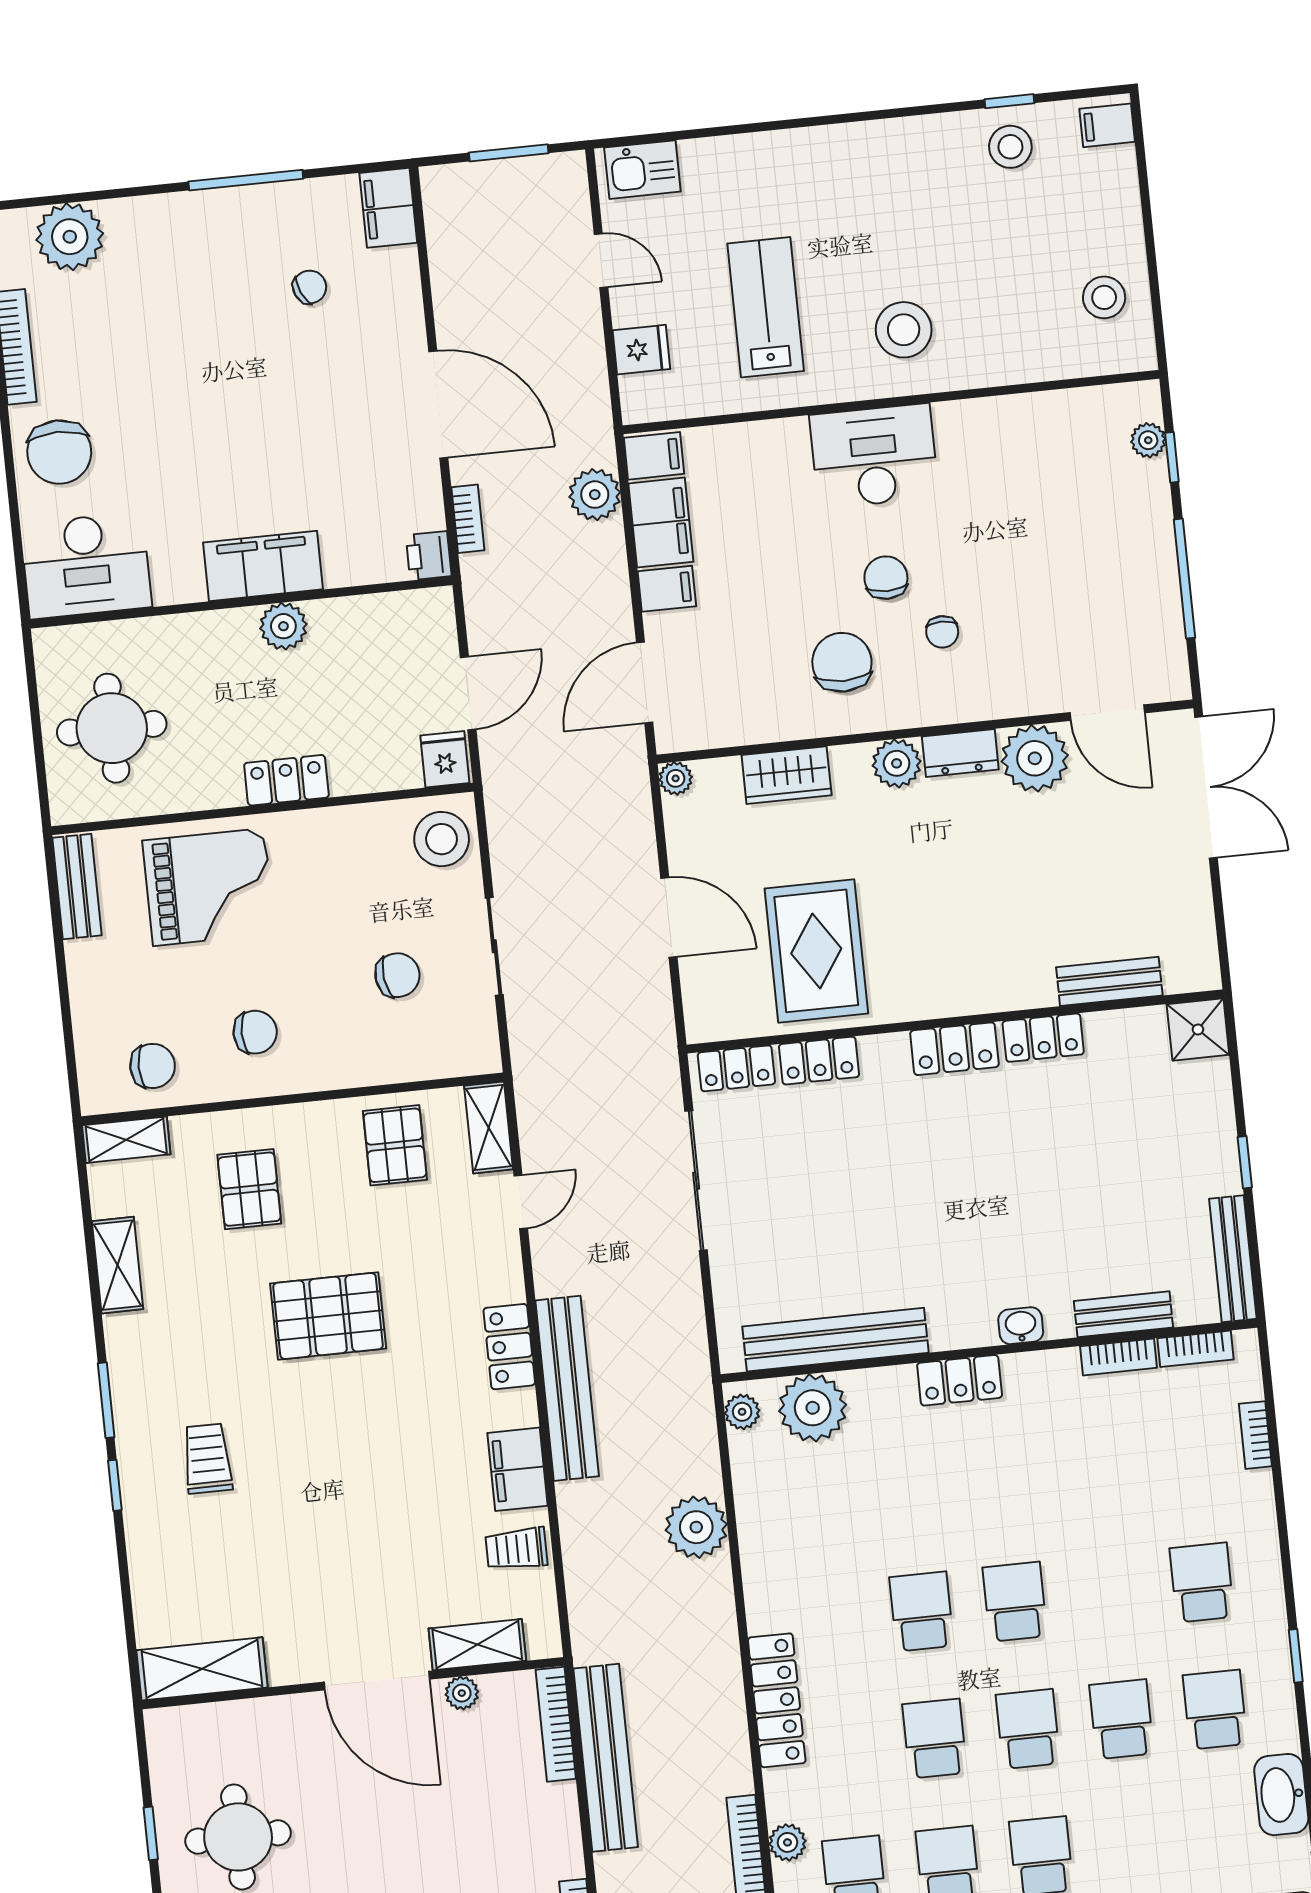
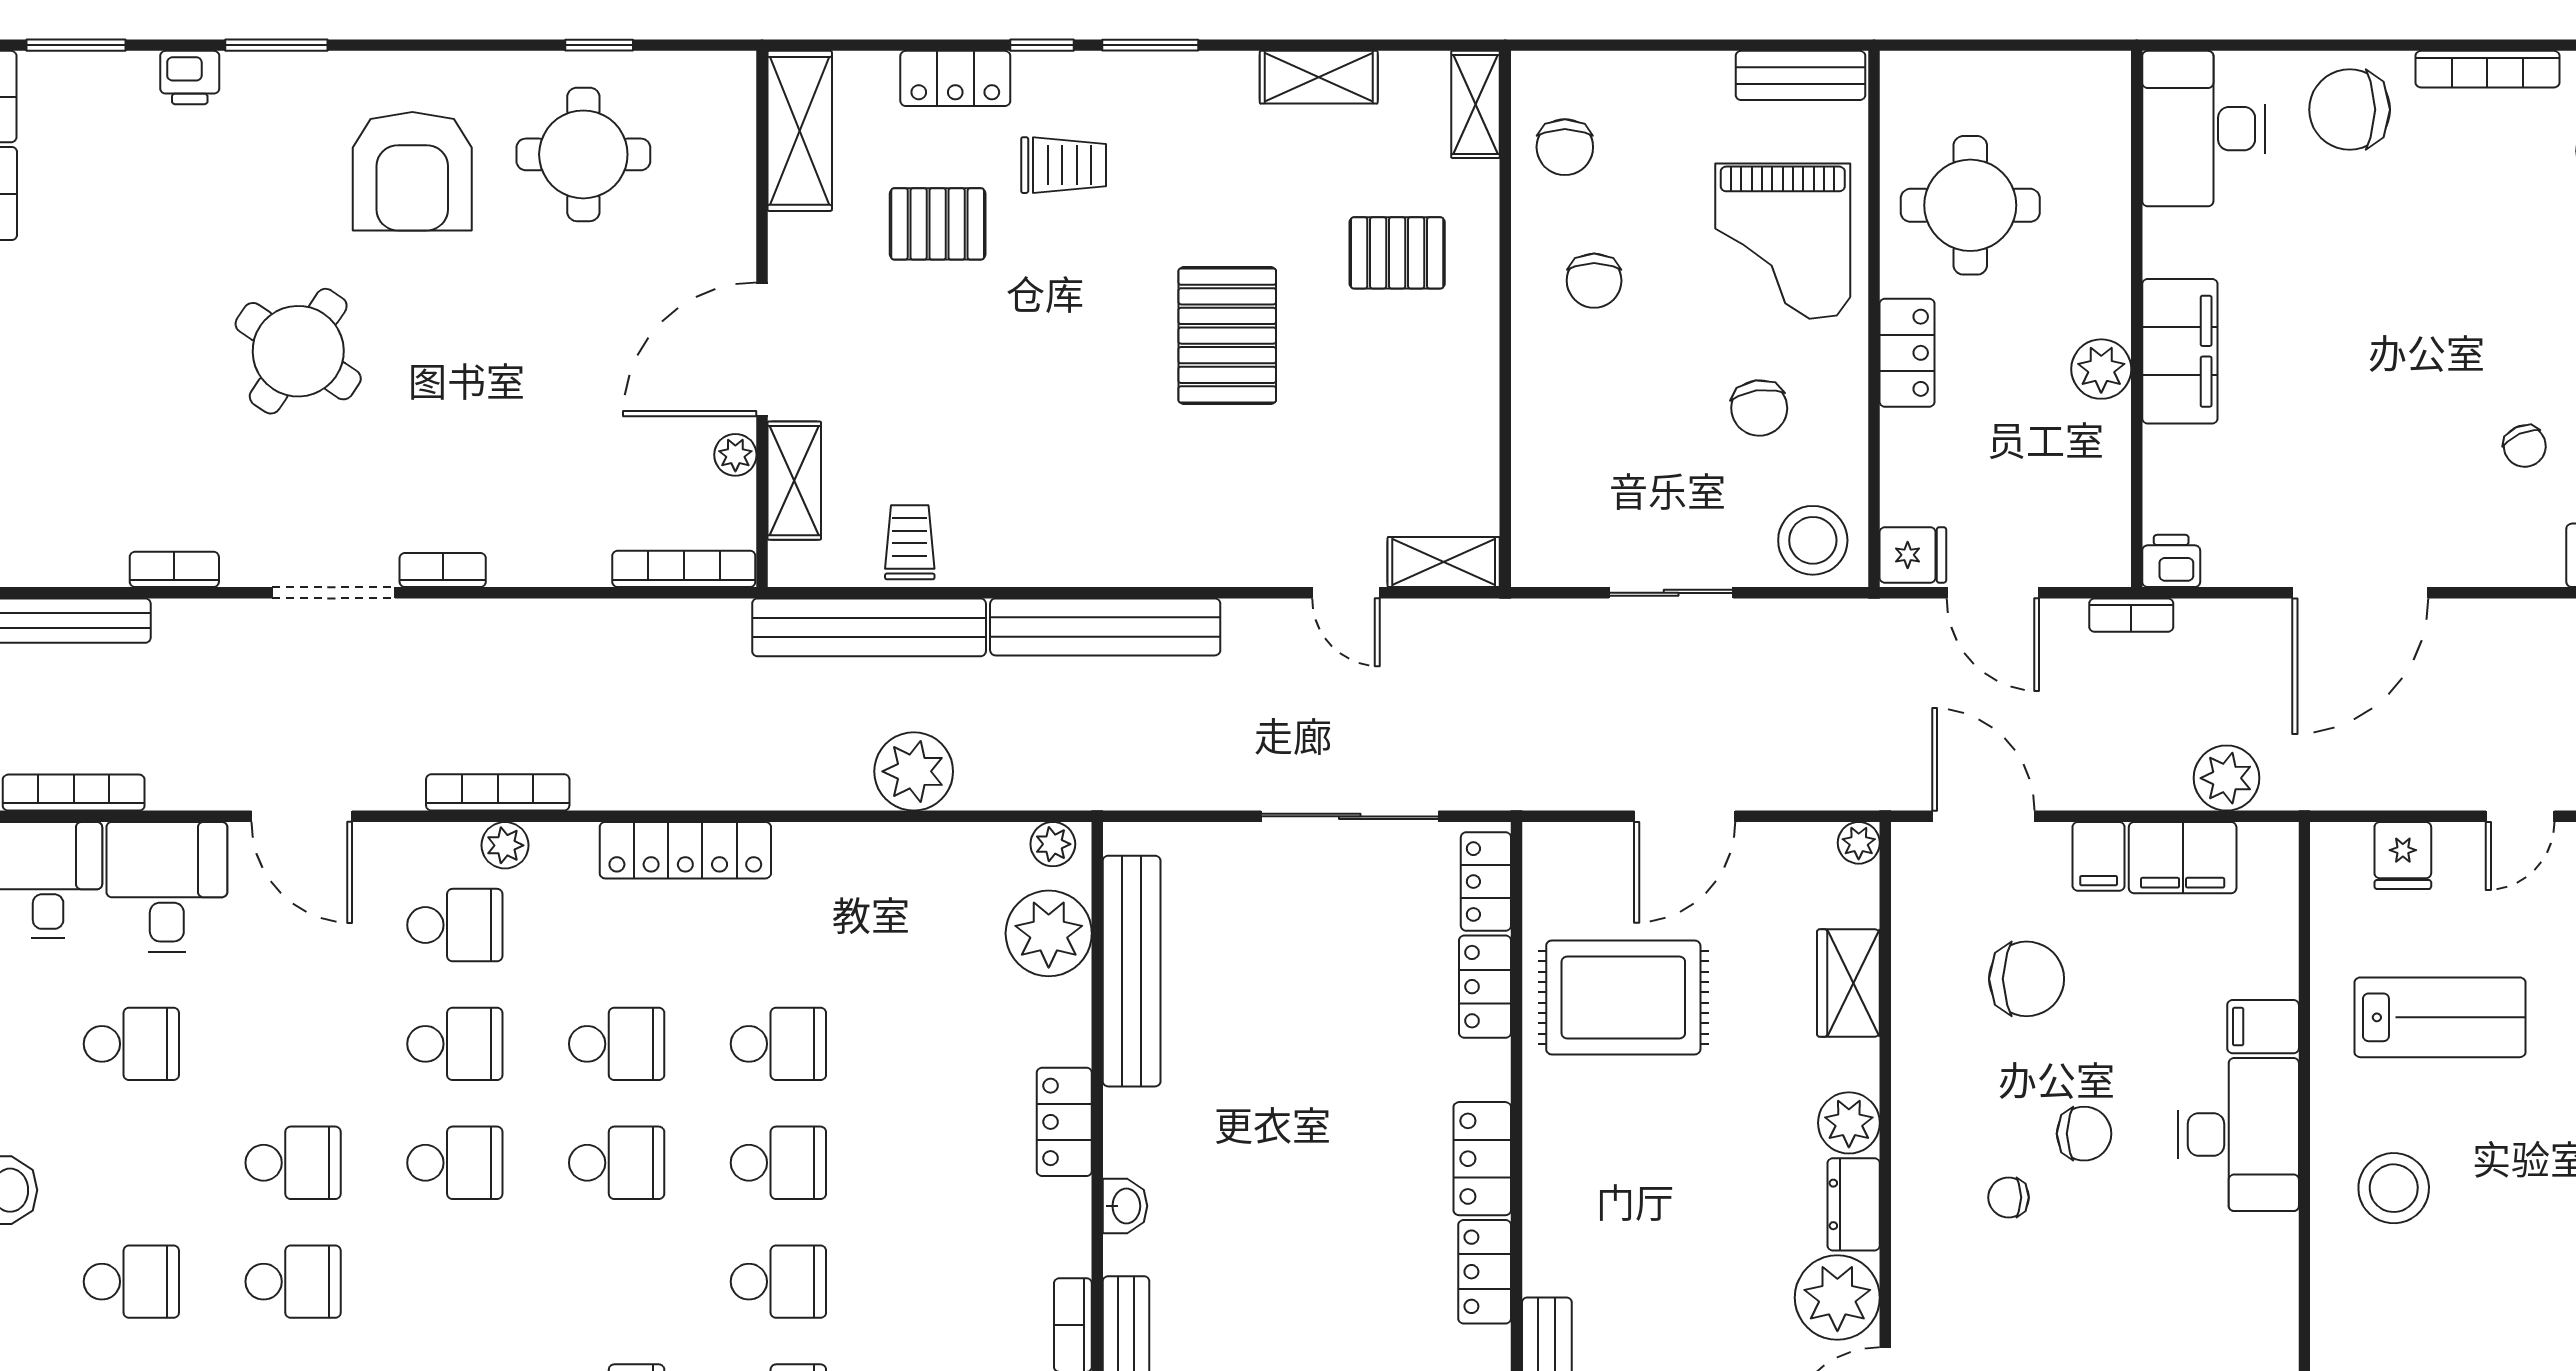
filing cabinet: (654, 456) -> (2263, 1027), moved, turned 90
bookcase: (468, 519) -> (2131, 615), moved
chair: (842, 662) -> (2027, 979), moved
round table: (112, 728) -> (1970, 205), moved
chair: (397, 975) -> (1759, 408), moved
pallet: (395, 1145) -> (938, 224), moved
locker: (509, 1347) -> (955, 78), moved, turned 180
filing cabinet: (517, 1469) -> (1010, 554), removed
school desk: (1122, 1719) -> (778, 1282), moved
bench: (606, 1758) -> (869, 627), moved

